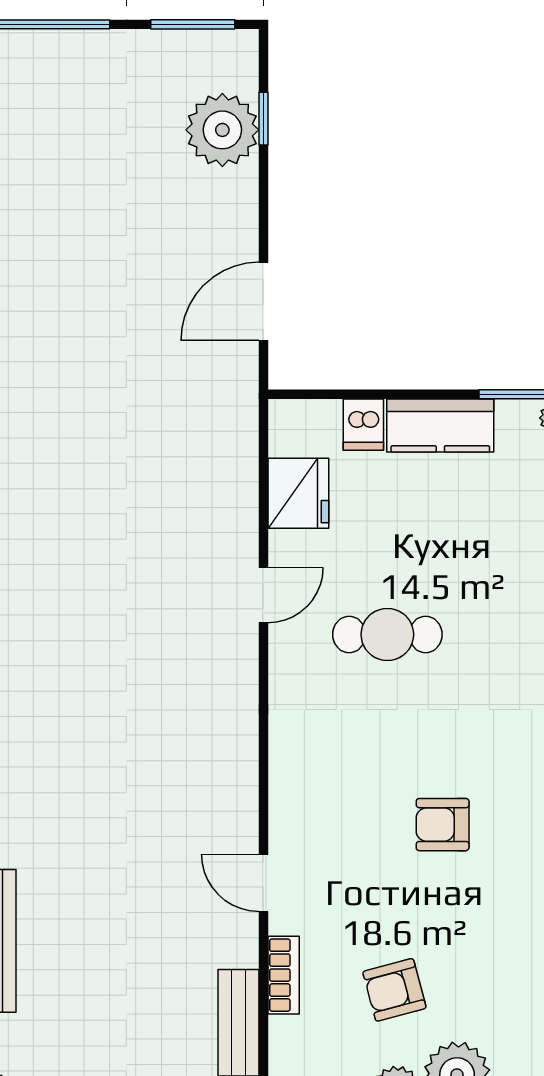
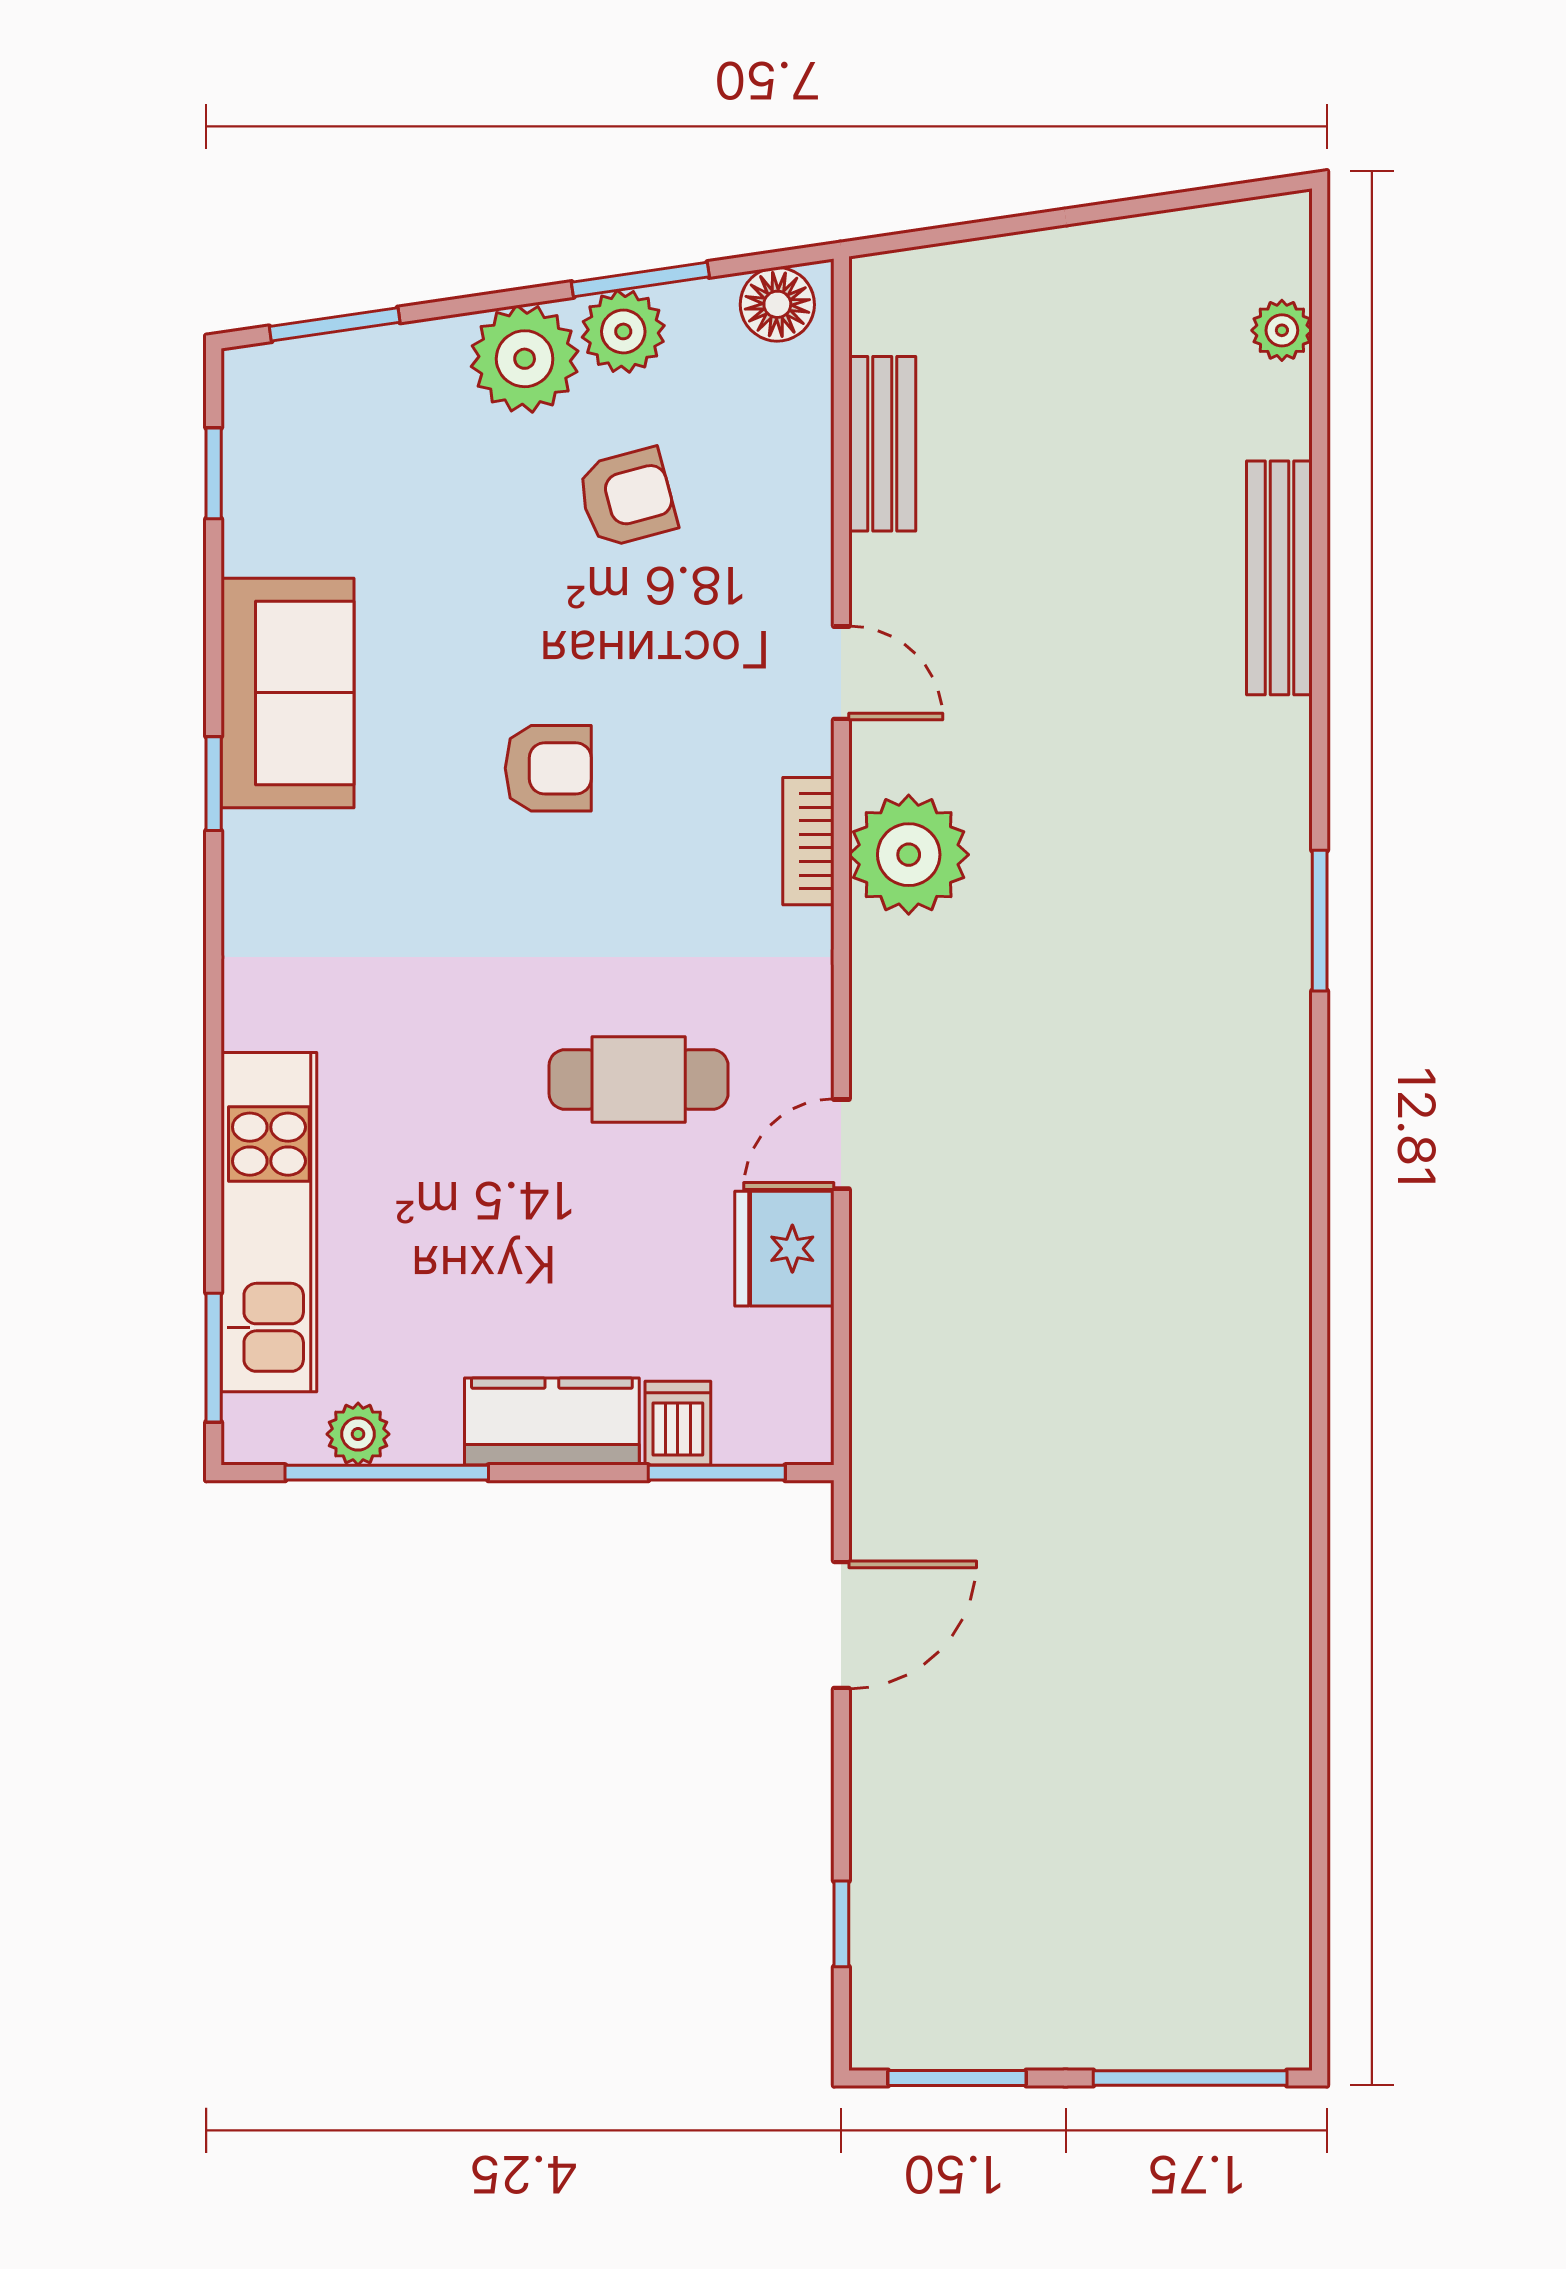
plant: (222, 130) -> (909, 855), moved
window: (340, 394) -> (717, 1473), added
fridge: (298, 493) -> (784, 1249), moved
bookcase: (284, 975) -> (808, 841), moved

